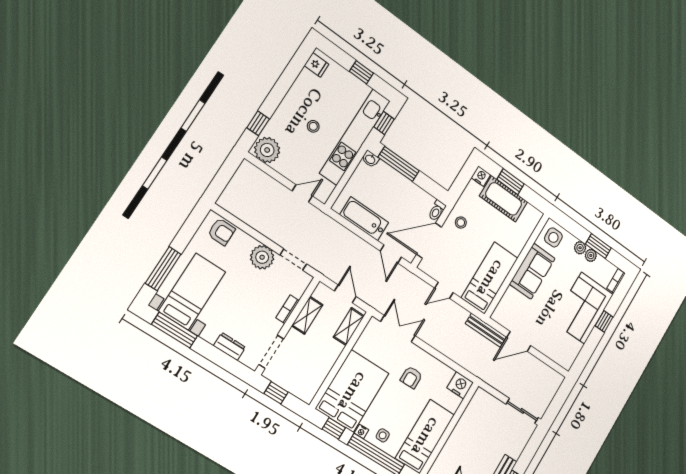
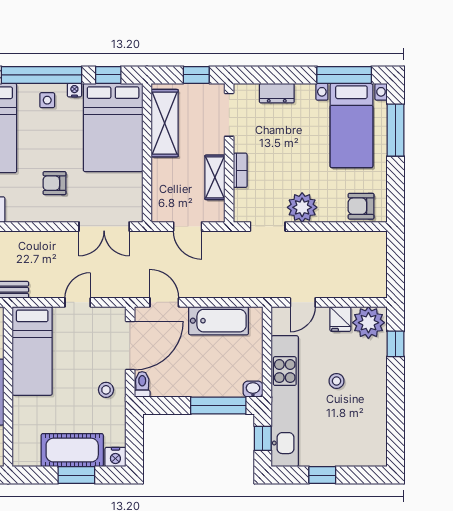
fridge: (317, 65) -> (340, 319), moved, turned -90
shelving: (349, 327) -> (165, 123), moved, width x1.50, depth x1.33
armchair: (411, 377) -> (54, 183), turned -90

